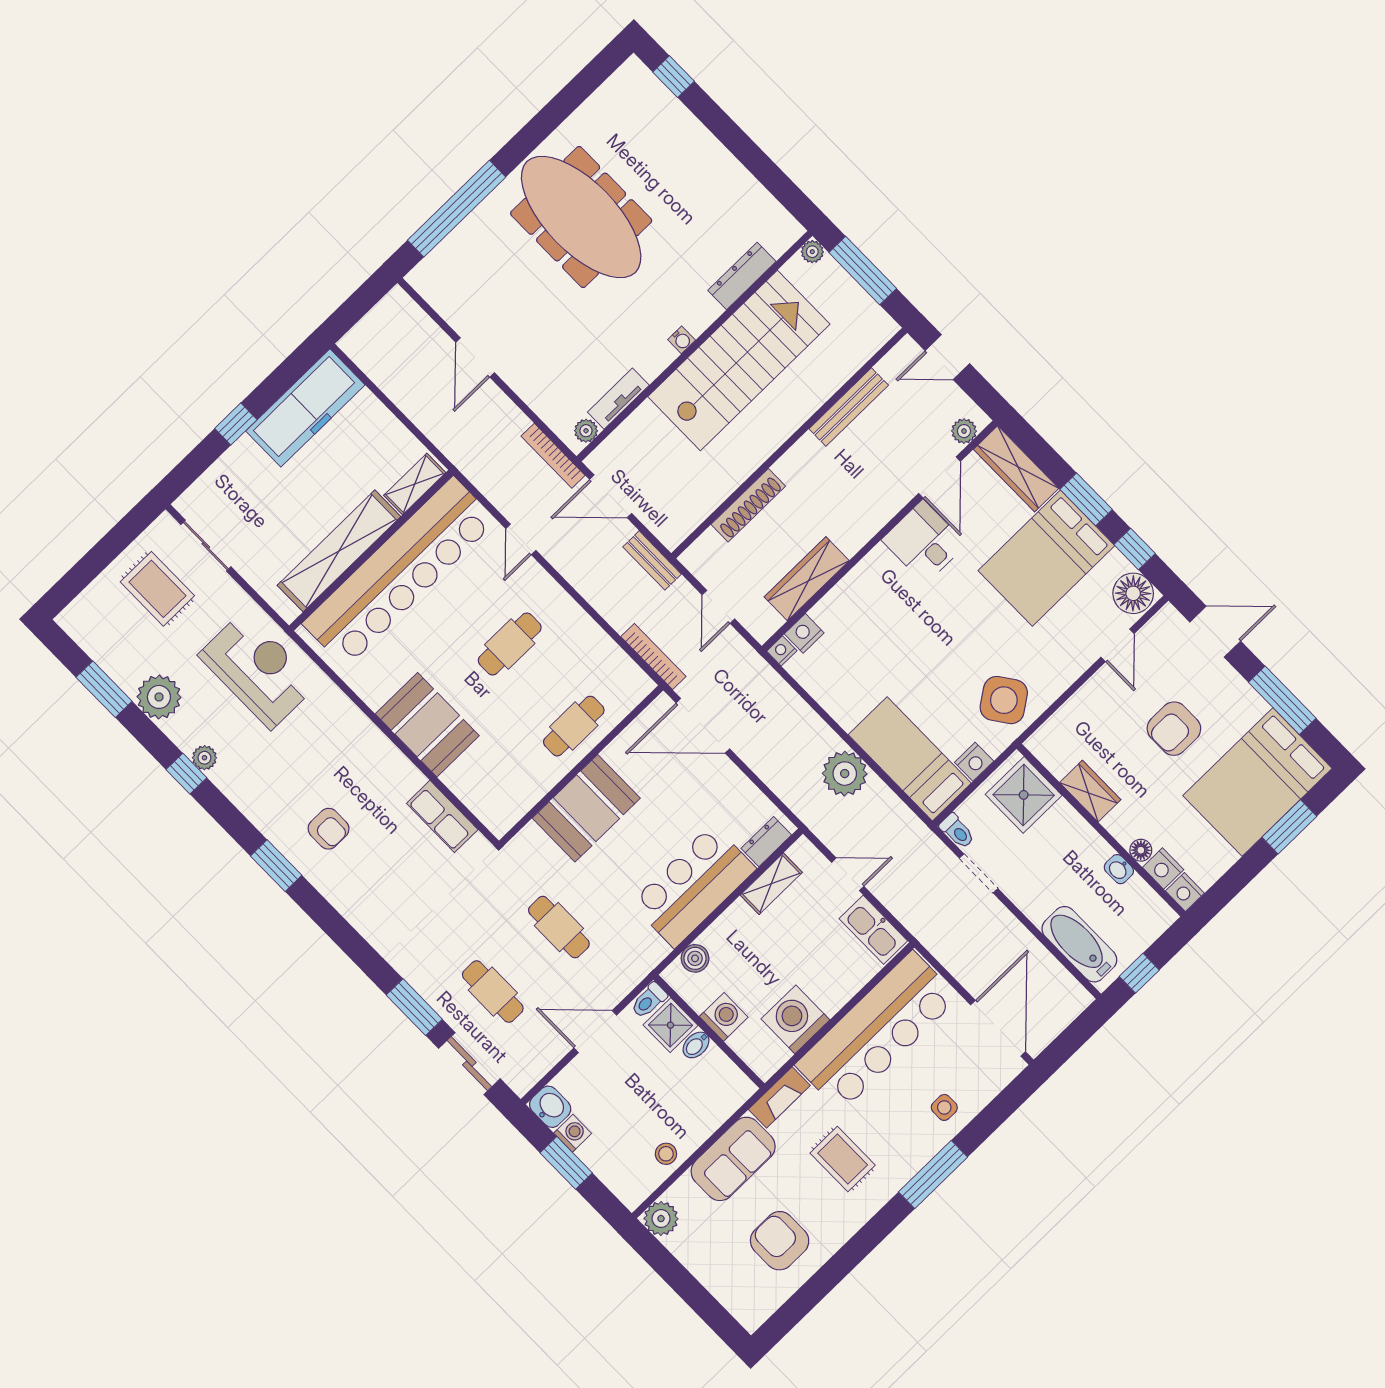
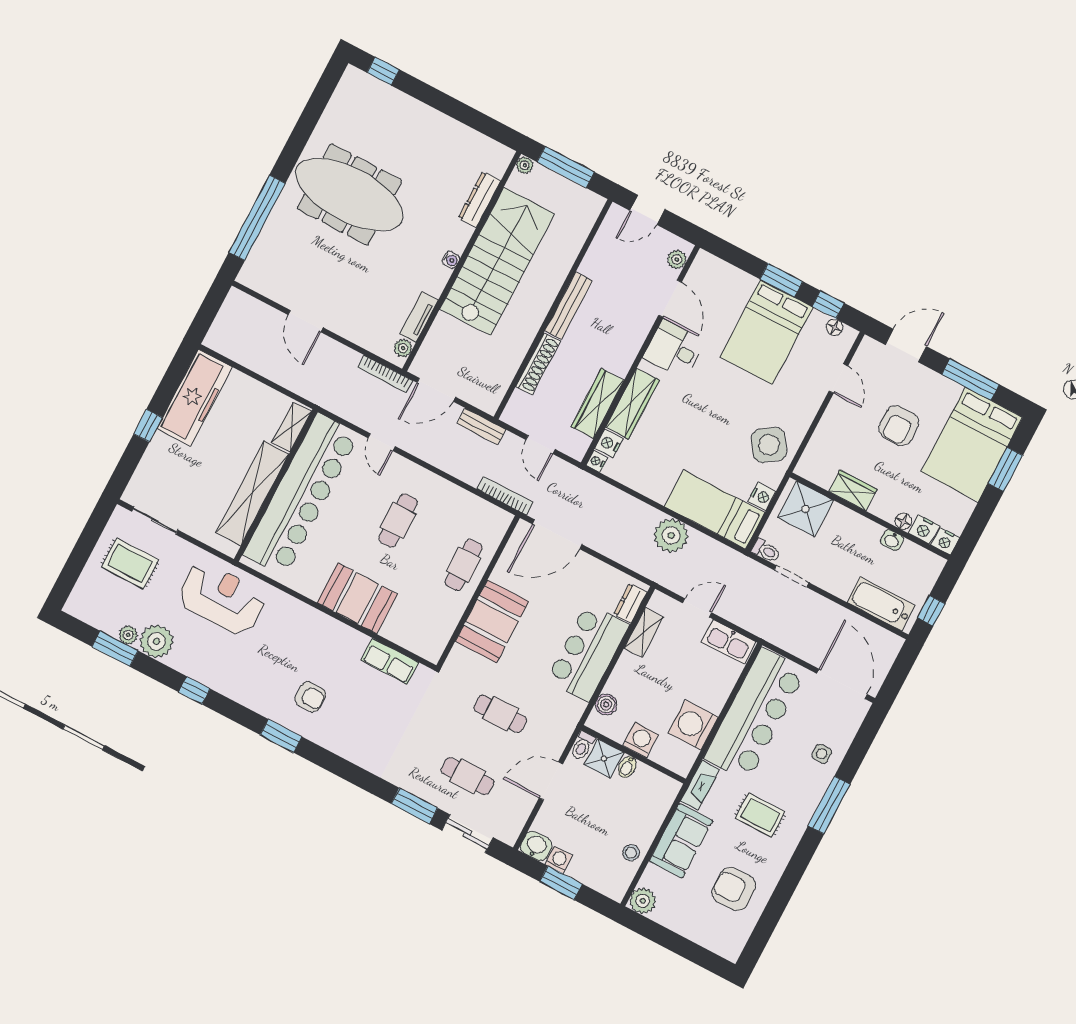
bench: (849, 407) -> (568, 306), moved
wardrobe: (1016, 469) -> (633, 404), moved, turned -90
floor lamp: (1133, 593) -> (834, 327), width x0.53, depth x0.53
plant: (204, 758) -> (128, 635), moved

